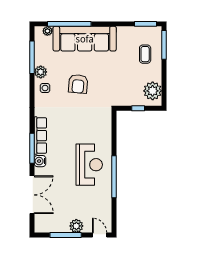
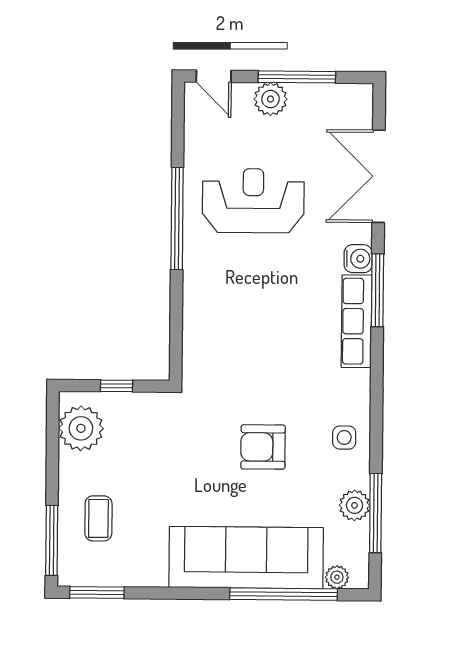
plant: (41, 72) -> (354, 505), moved
armchair: (78, 84) -> (263, 447), turned -95
reception desk: (89, 165) -> (253, 201), moved, turned 90

